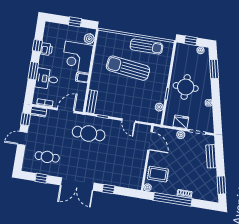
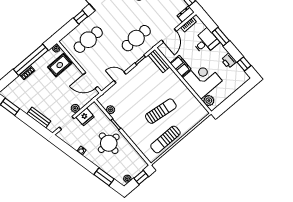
window: (75, 22) -> (231, 101), removed
window: (37, 46) -> (244, 64), moved
sun lounger: (128, 68) -> (161, 111), width x0.73, depth x0.75
filing cabinet: (82, 78) -> (180, 66), width x2.00
cafe table: (121, 169) -> (88, 40), added

